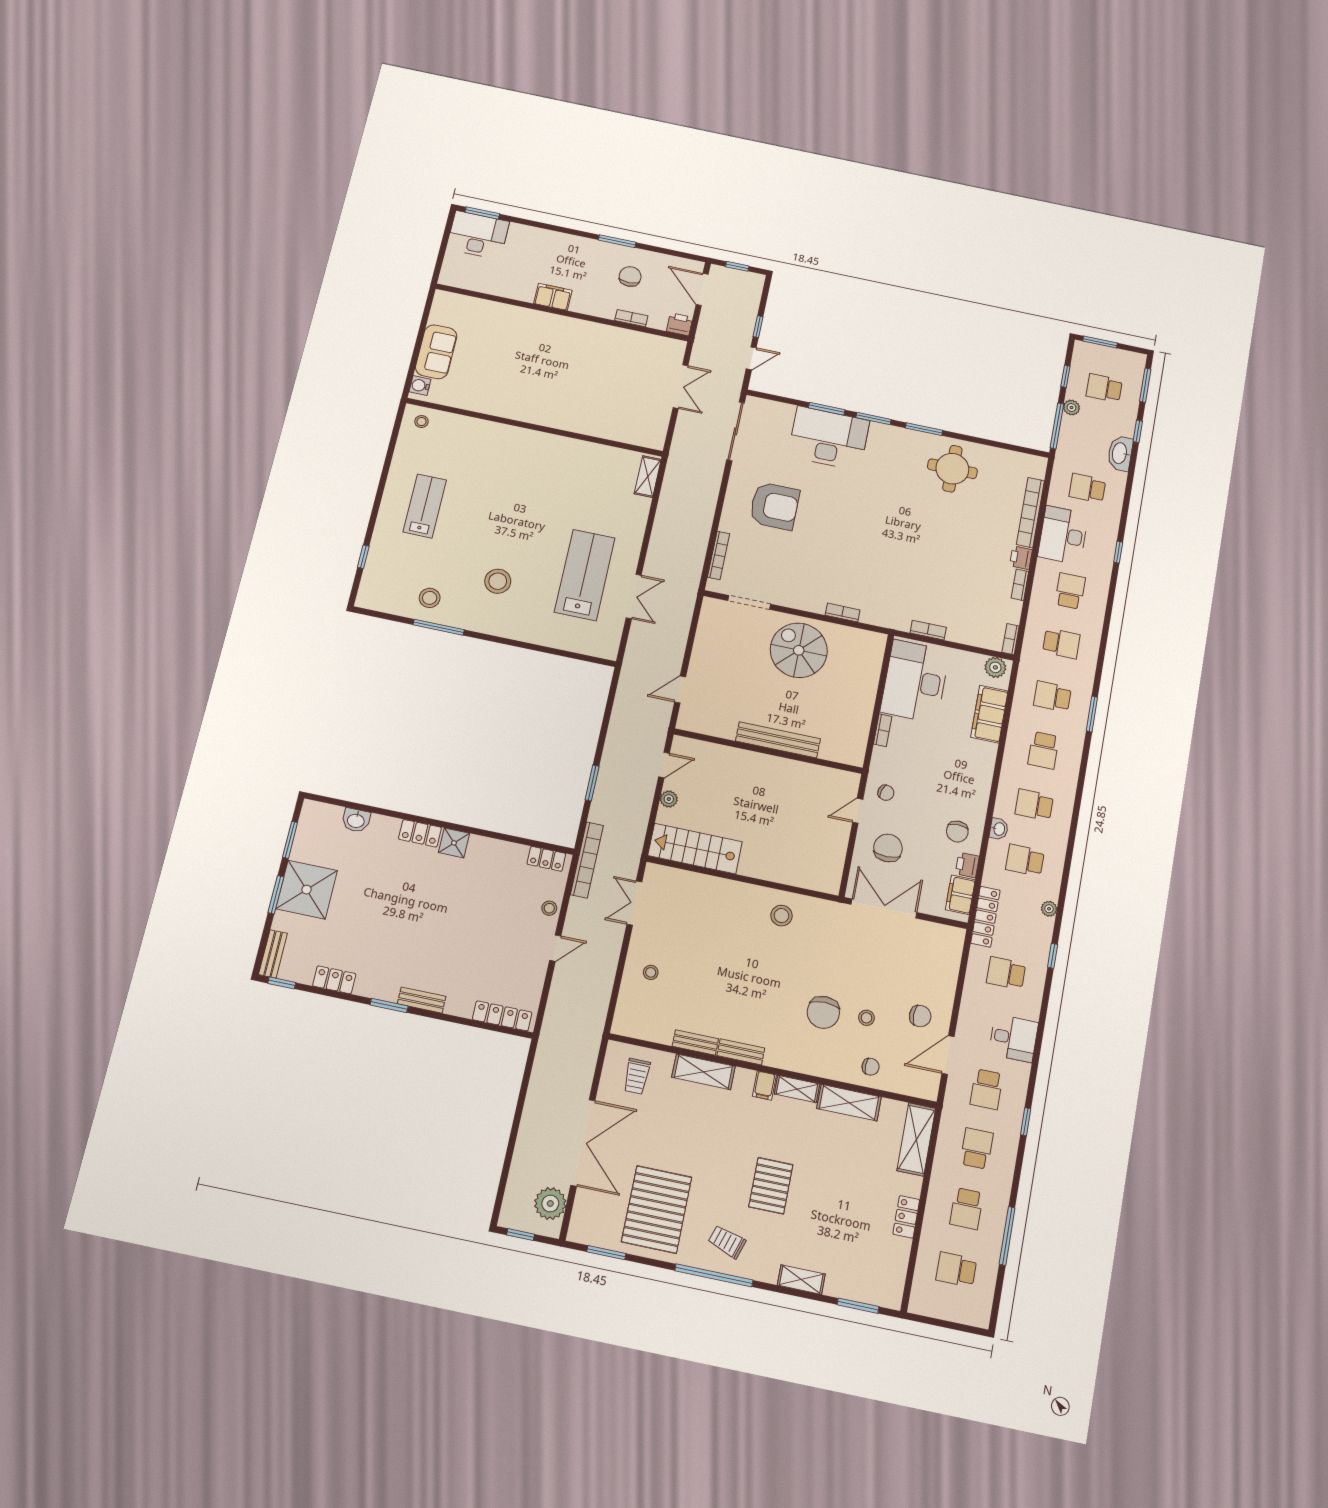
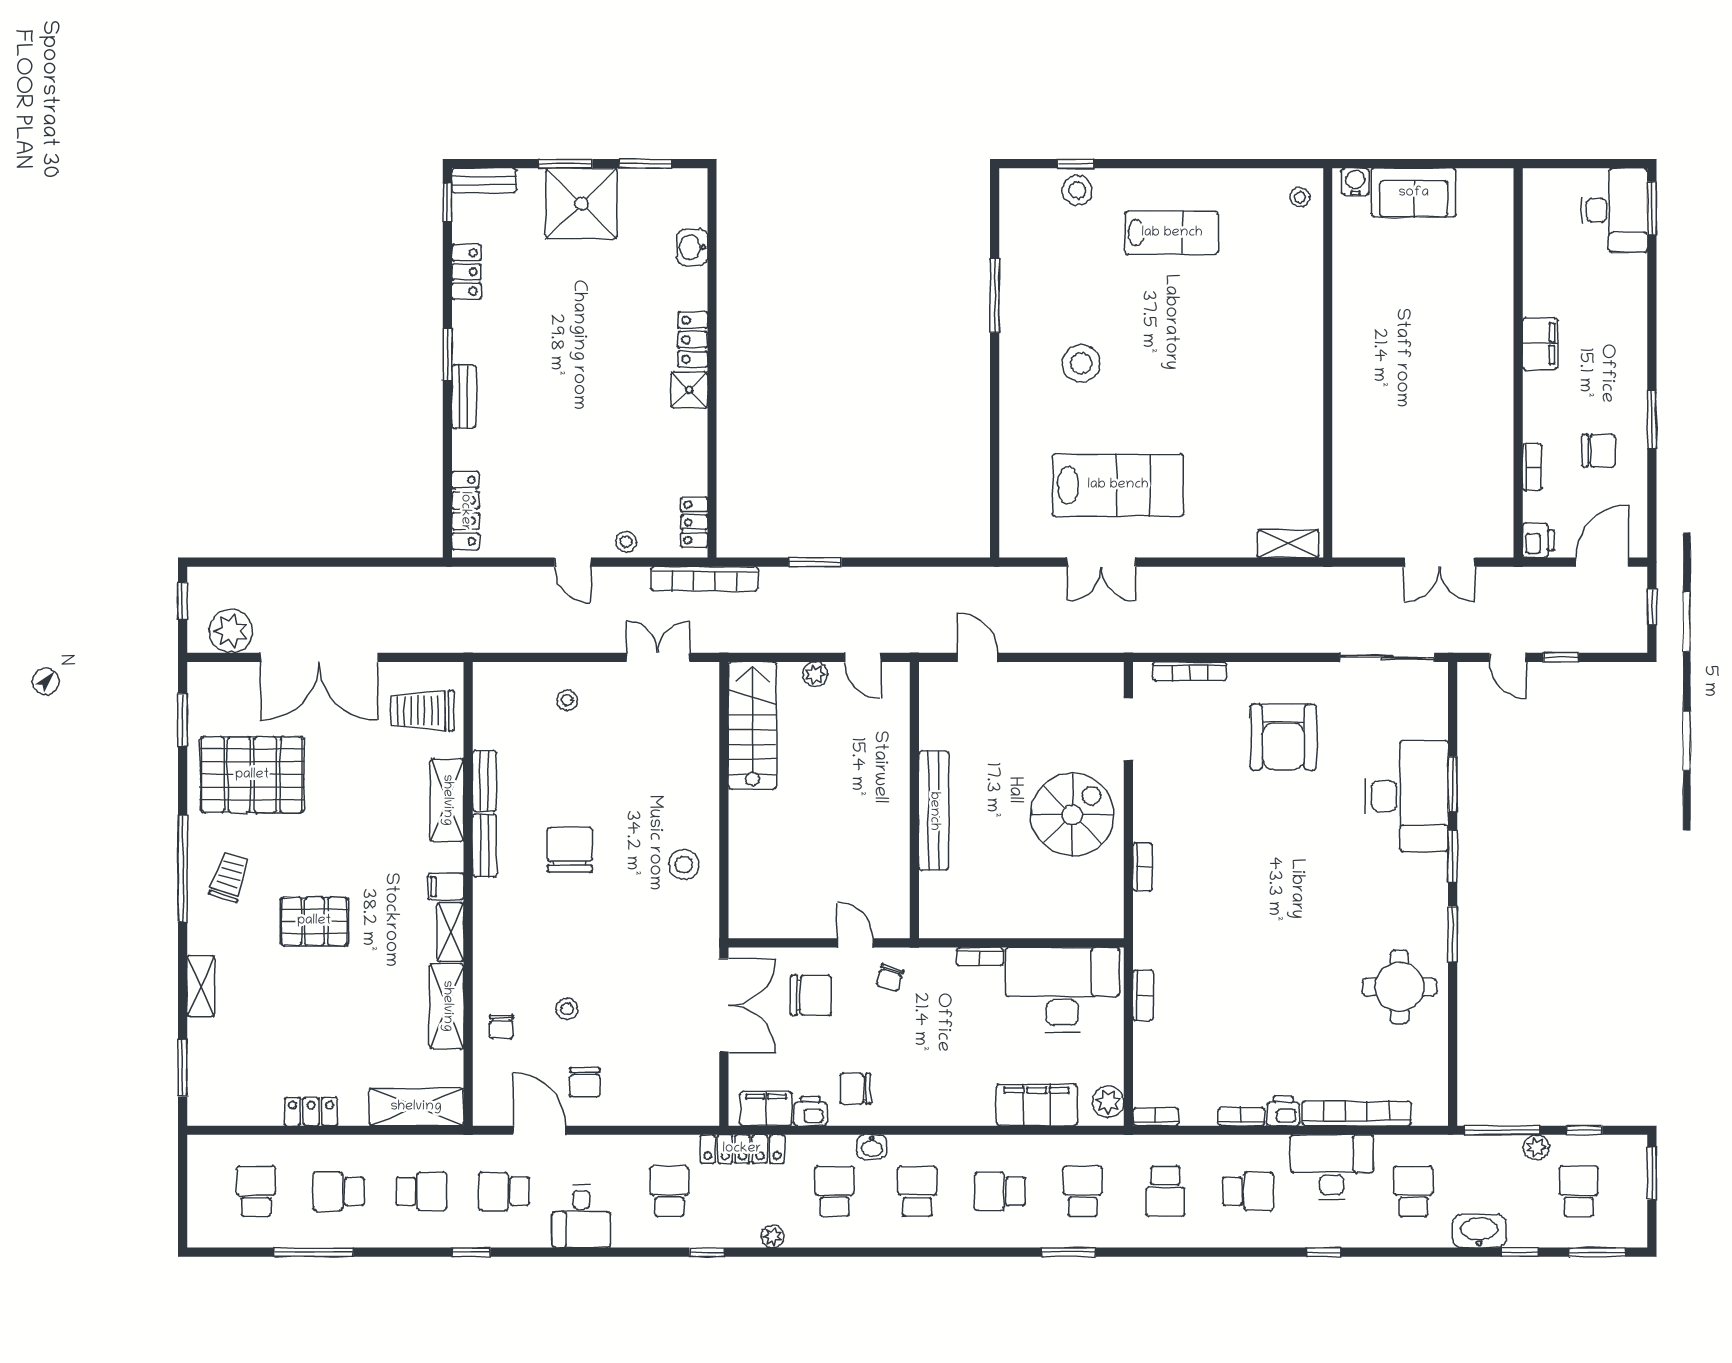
stool: (430, 598) -> (1077, 190), moved
chair: (823, 1012) -> (570, 850), moved, turned 90
trolley: (637, 1076) -> (422, 711), width x1.36, depth x1.39

